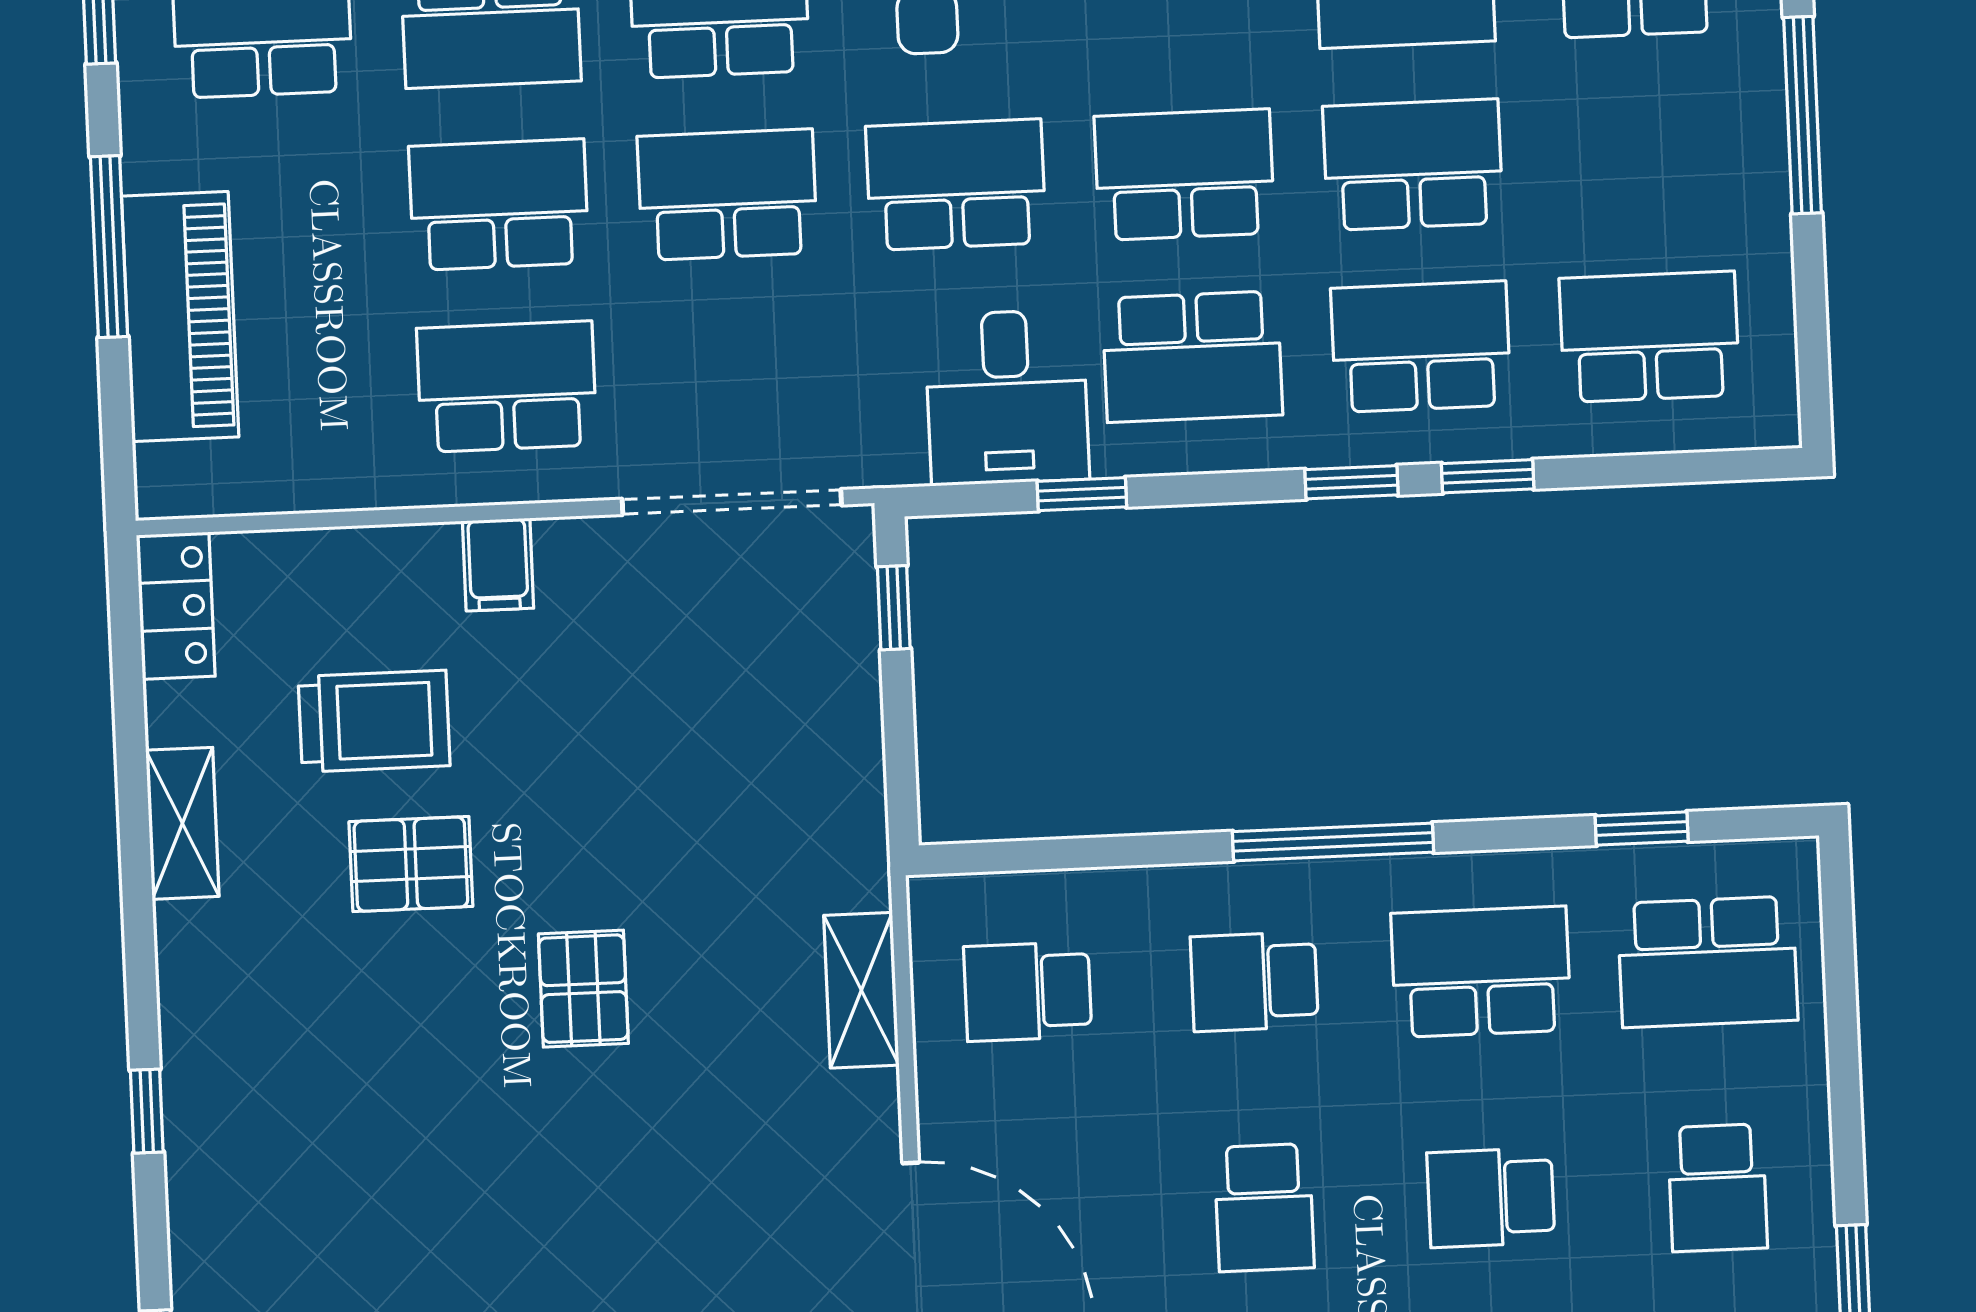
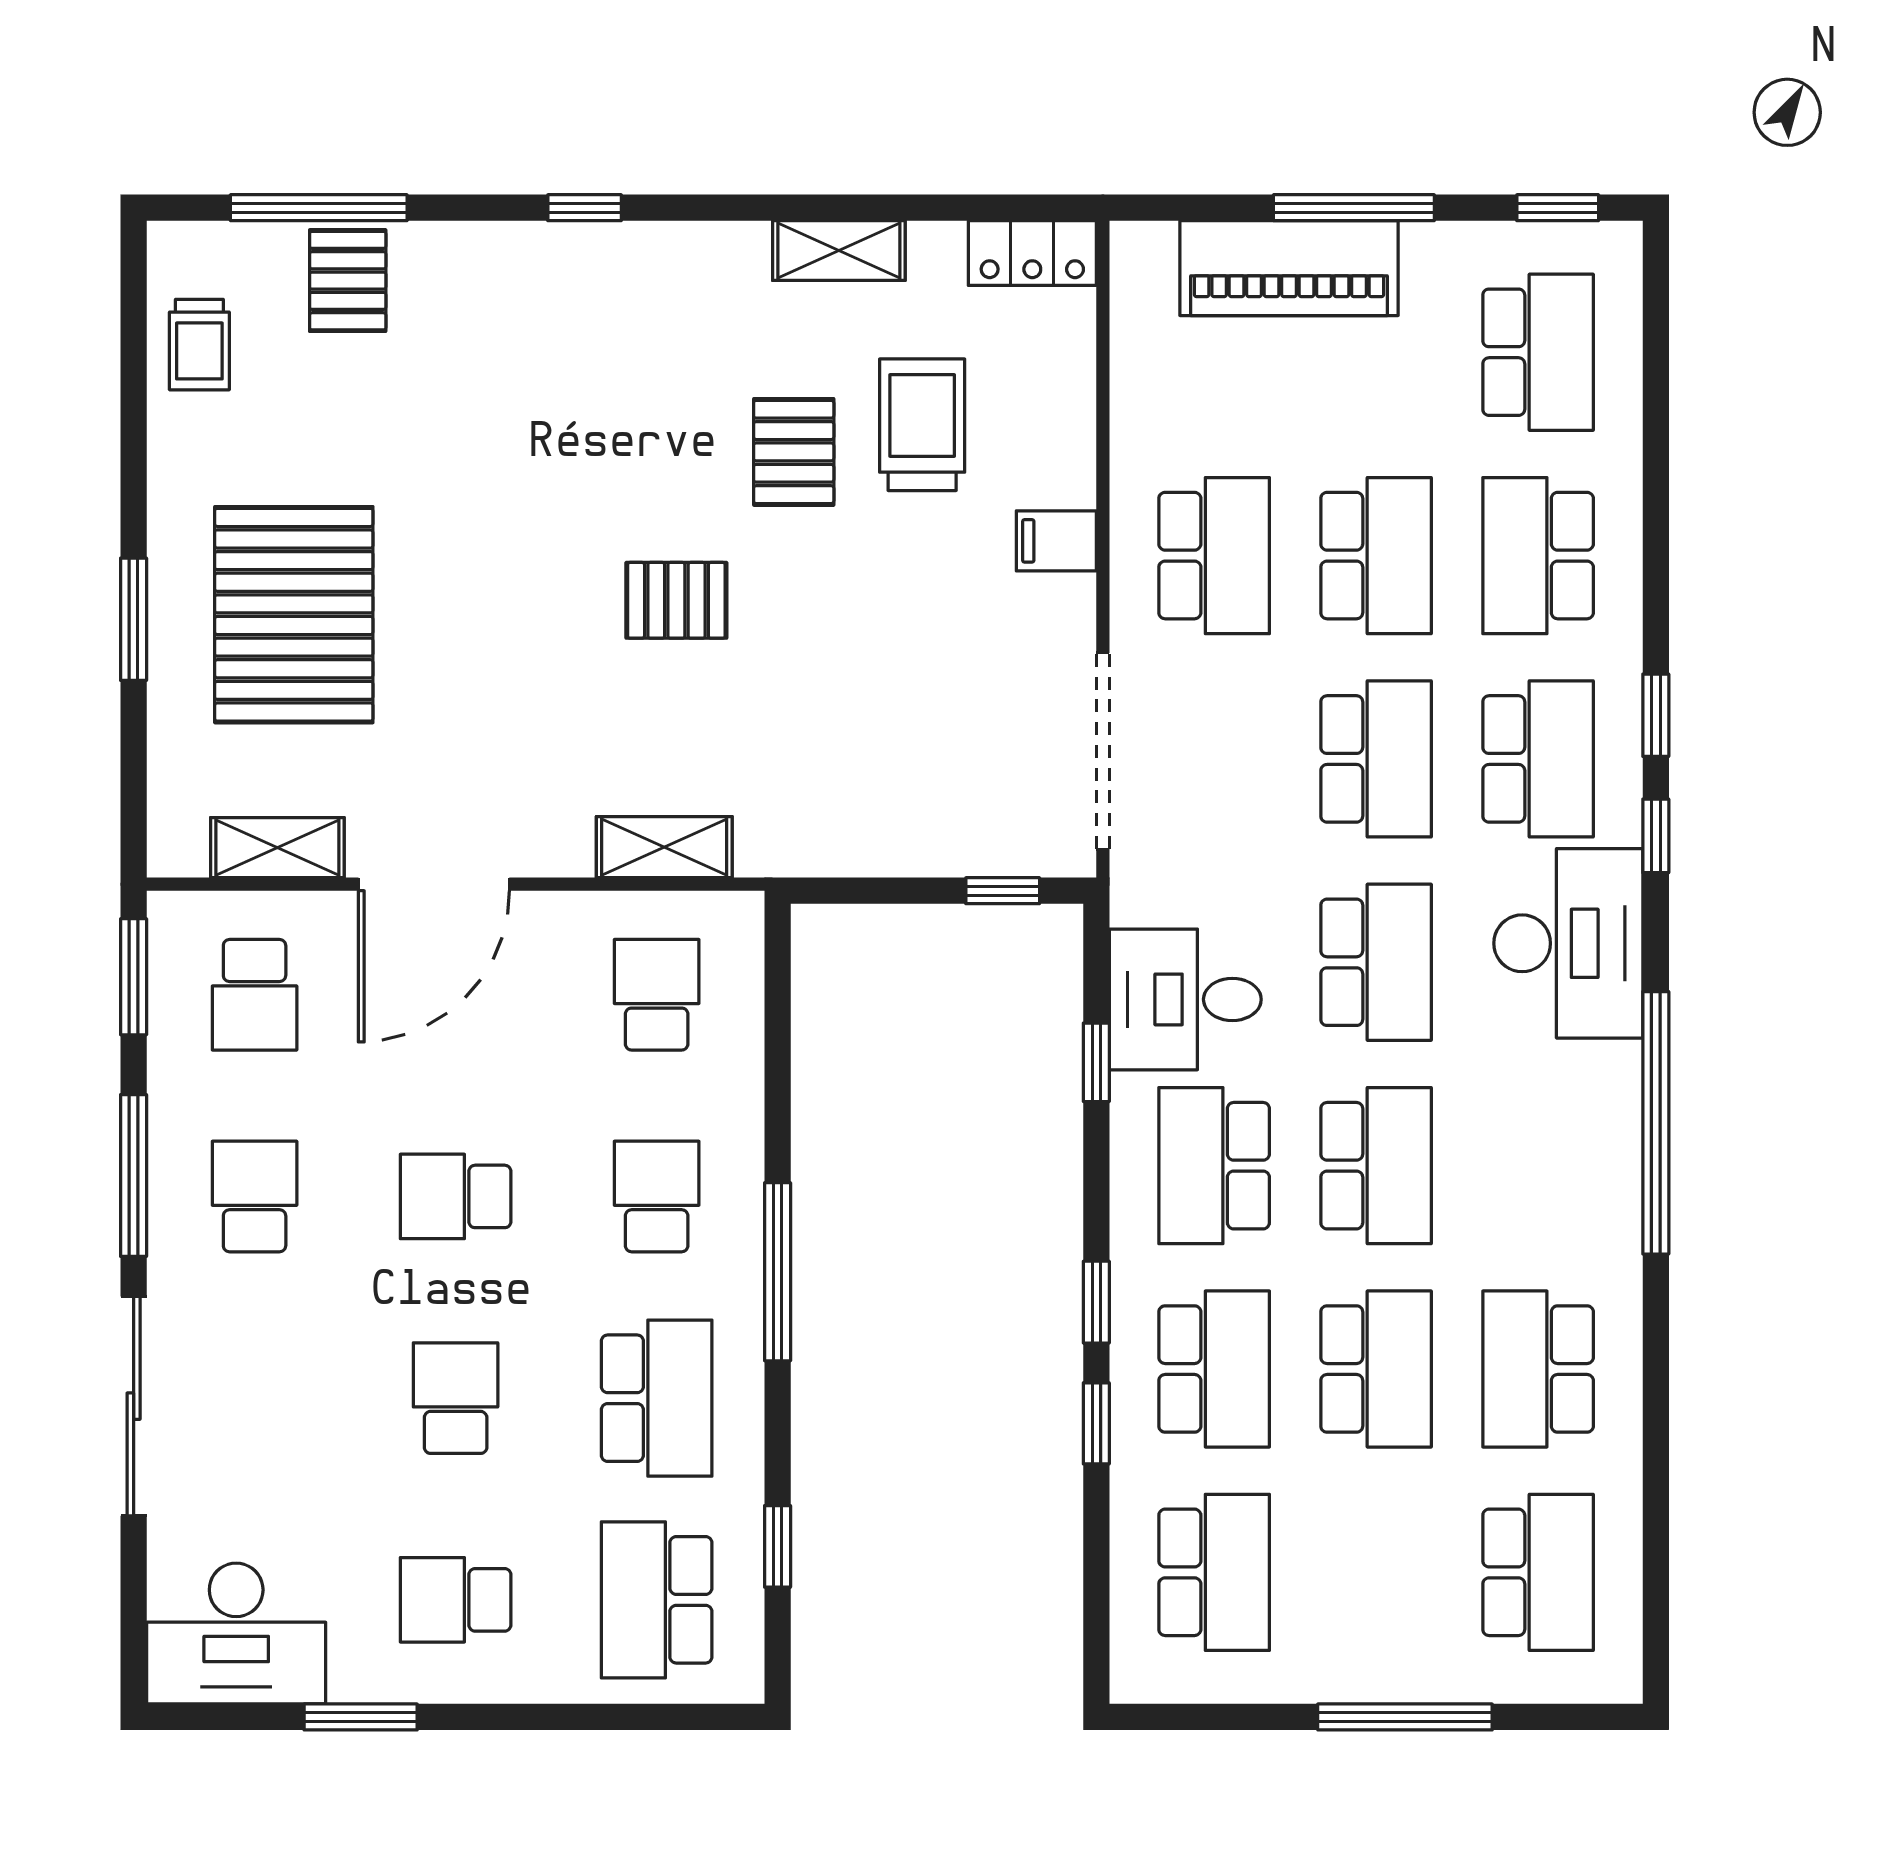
trolley: (374, 721) -> (922, 425), turned 180

